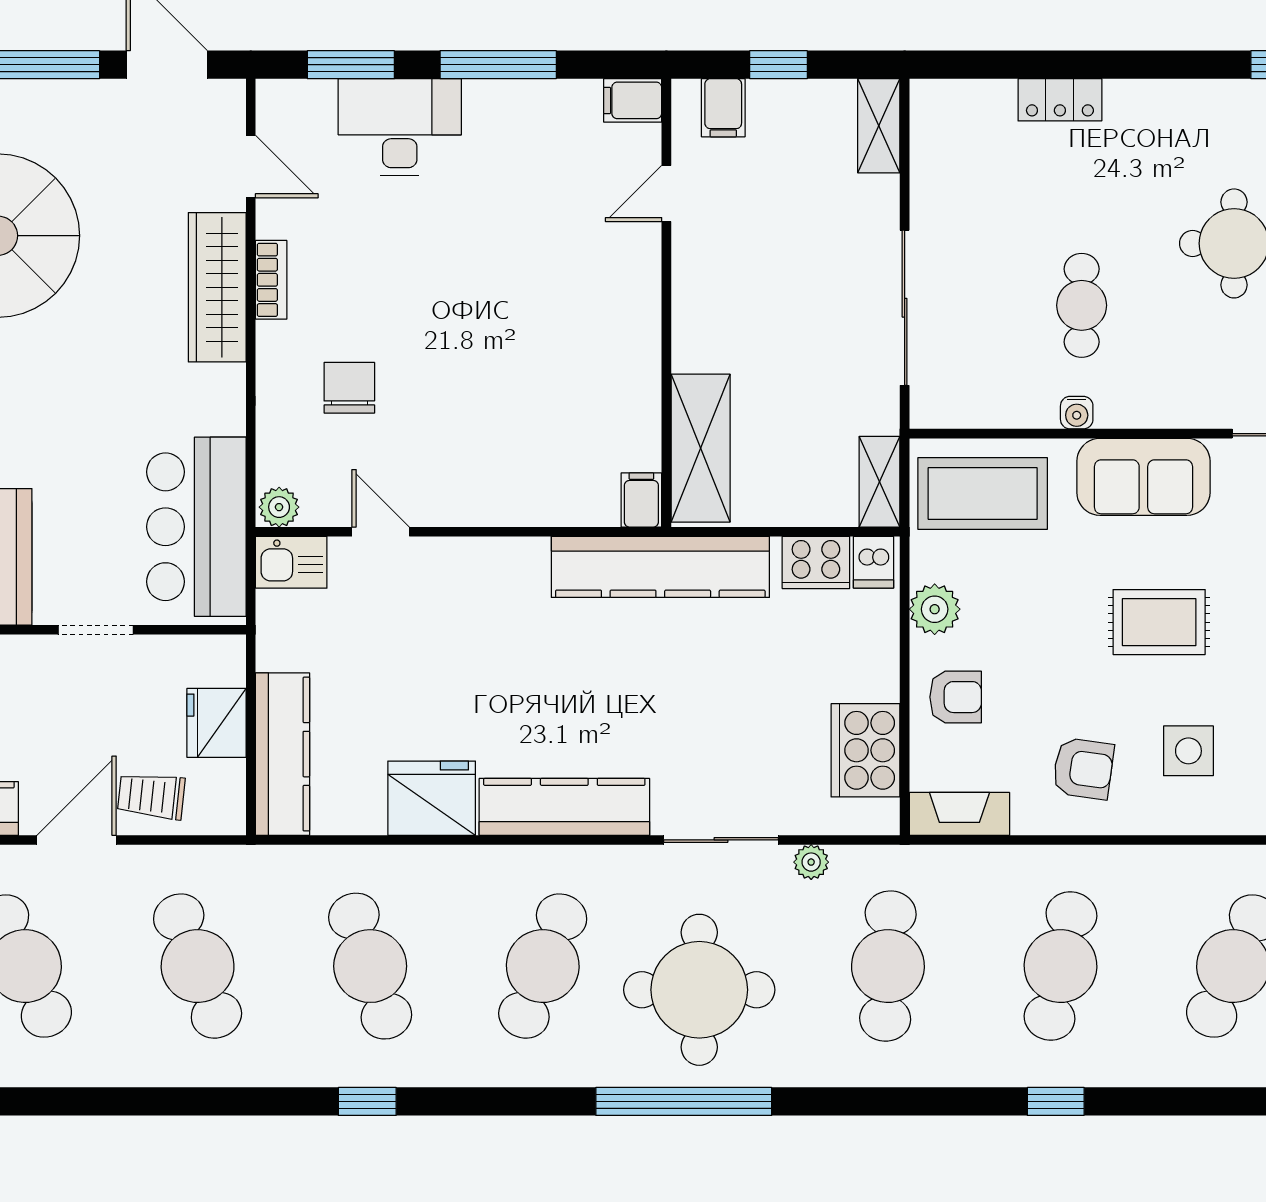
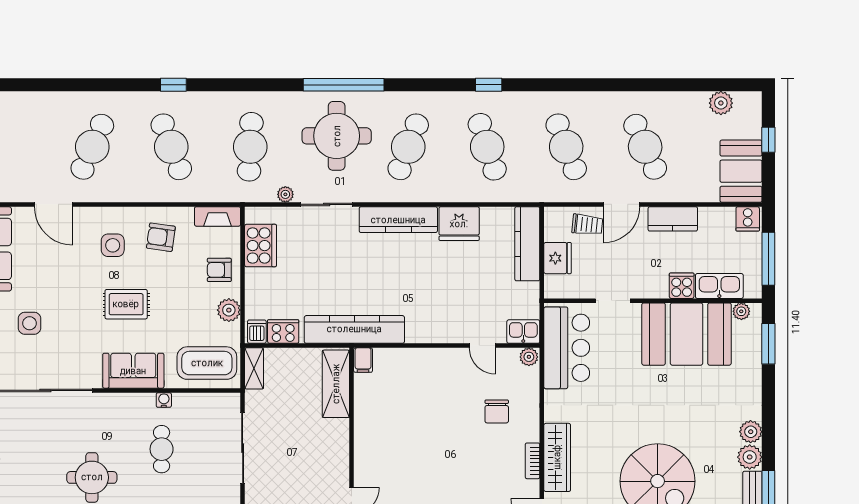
cafe table: (1060, 966) -> (171, 147), turned -33

